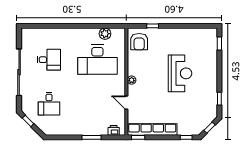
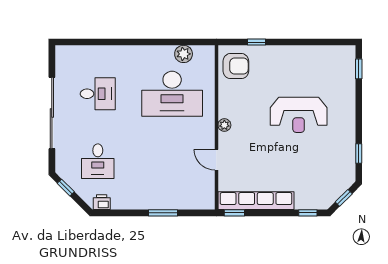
armchair: (139, 42) -> (236, 66), turned -90
reception desk: (180, 73) -> (299, 115), turned 90
printer: (114, 130) -> (102, 202), moved

